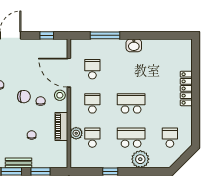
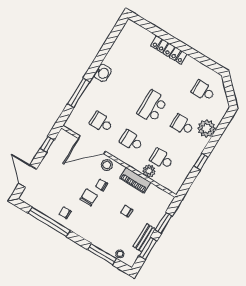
school desk: (131, 138) -> (182, 125), width x0.54

